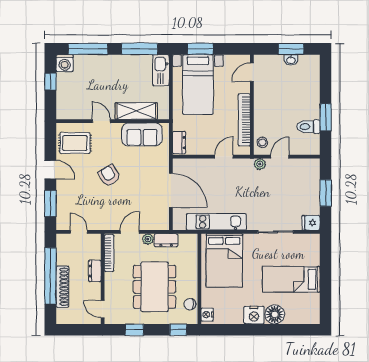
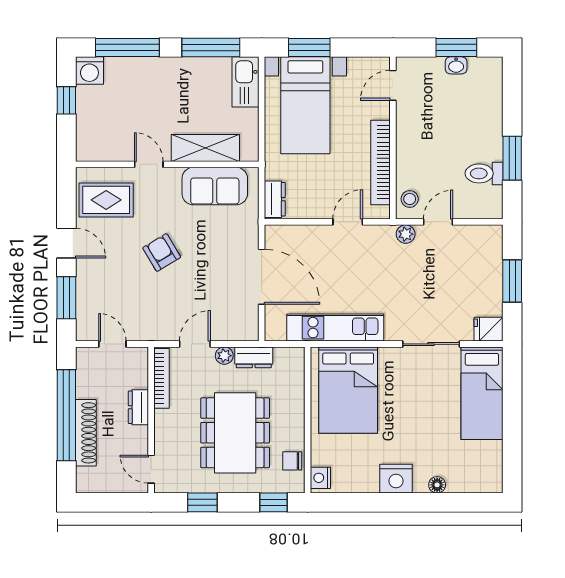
bed: (291, 279) -> (482, 393), moved, turned -90
floor lamp: (275, 314) -> (437, 485), width x0.53, depth x0.53

